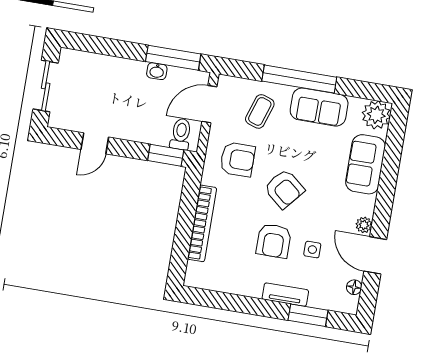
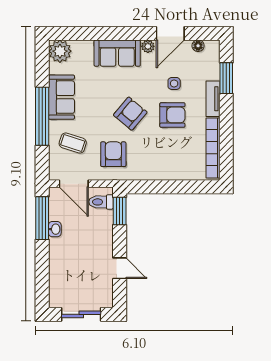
sofa: (366, 164) -> (117, 53), moved
bookcase: (202, 223) -> (213, 148), moved, turned -90

